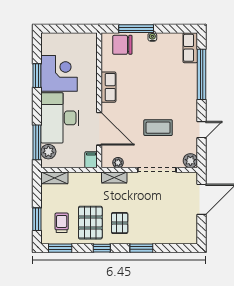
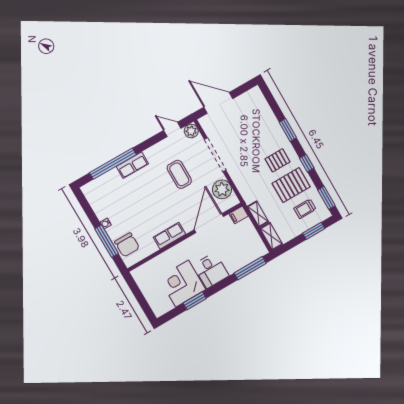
row of seats: (190, 48) -> (132, 165), moved
desk: (60, 118) -> (211, 270), width x0.53, depth x0.77
door: (201, 130) -> (172, 129), moved
plant: (48, 152) -> (252, 254), removed
plant: (118, 163) -> (222, 189), width x1.88, depth x1.88
shelving: (114, 177) -> (258, 214), moved

